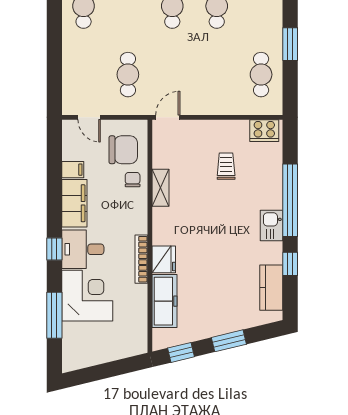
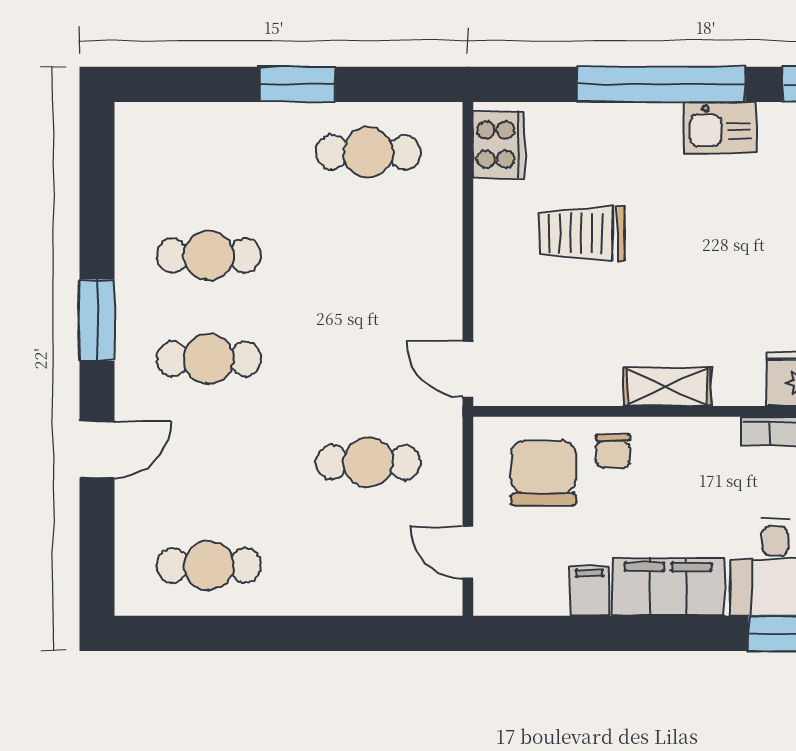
door: (89, 117) -> (468, 553), swing flipped
trolley: (226, 166) -> (582, 234), width x1.36, depth x1.39
chair: (133, 180) -> (613, 451), turned -90
shelving: (160, 188) -> (667, 387), moved

